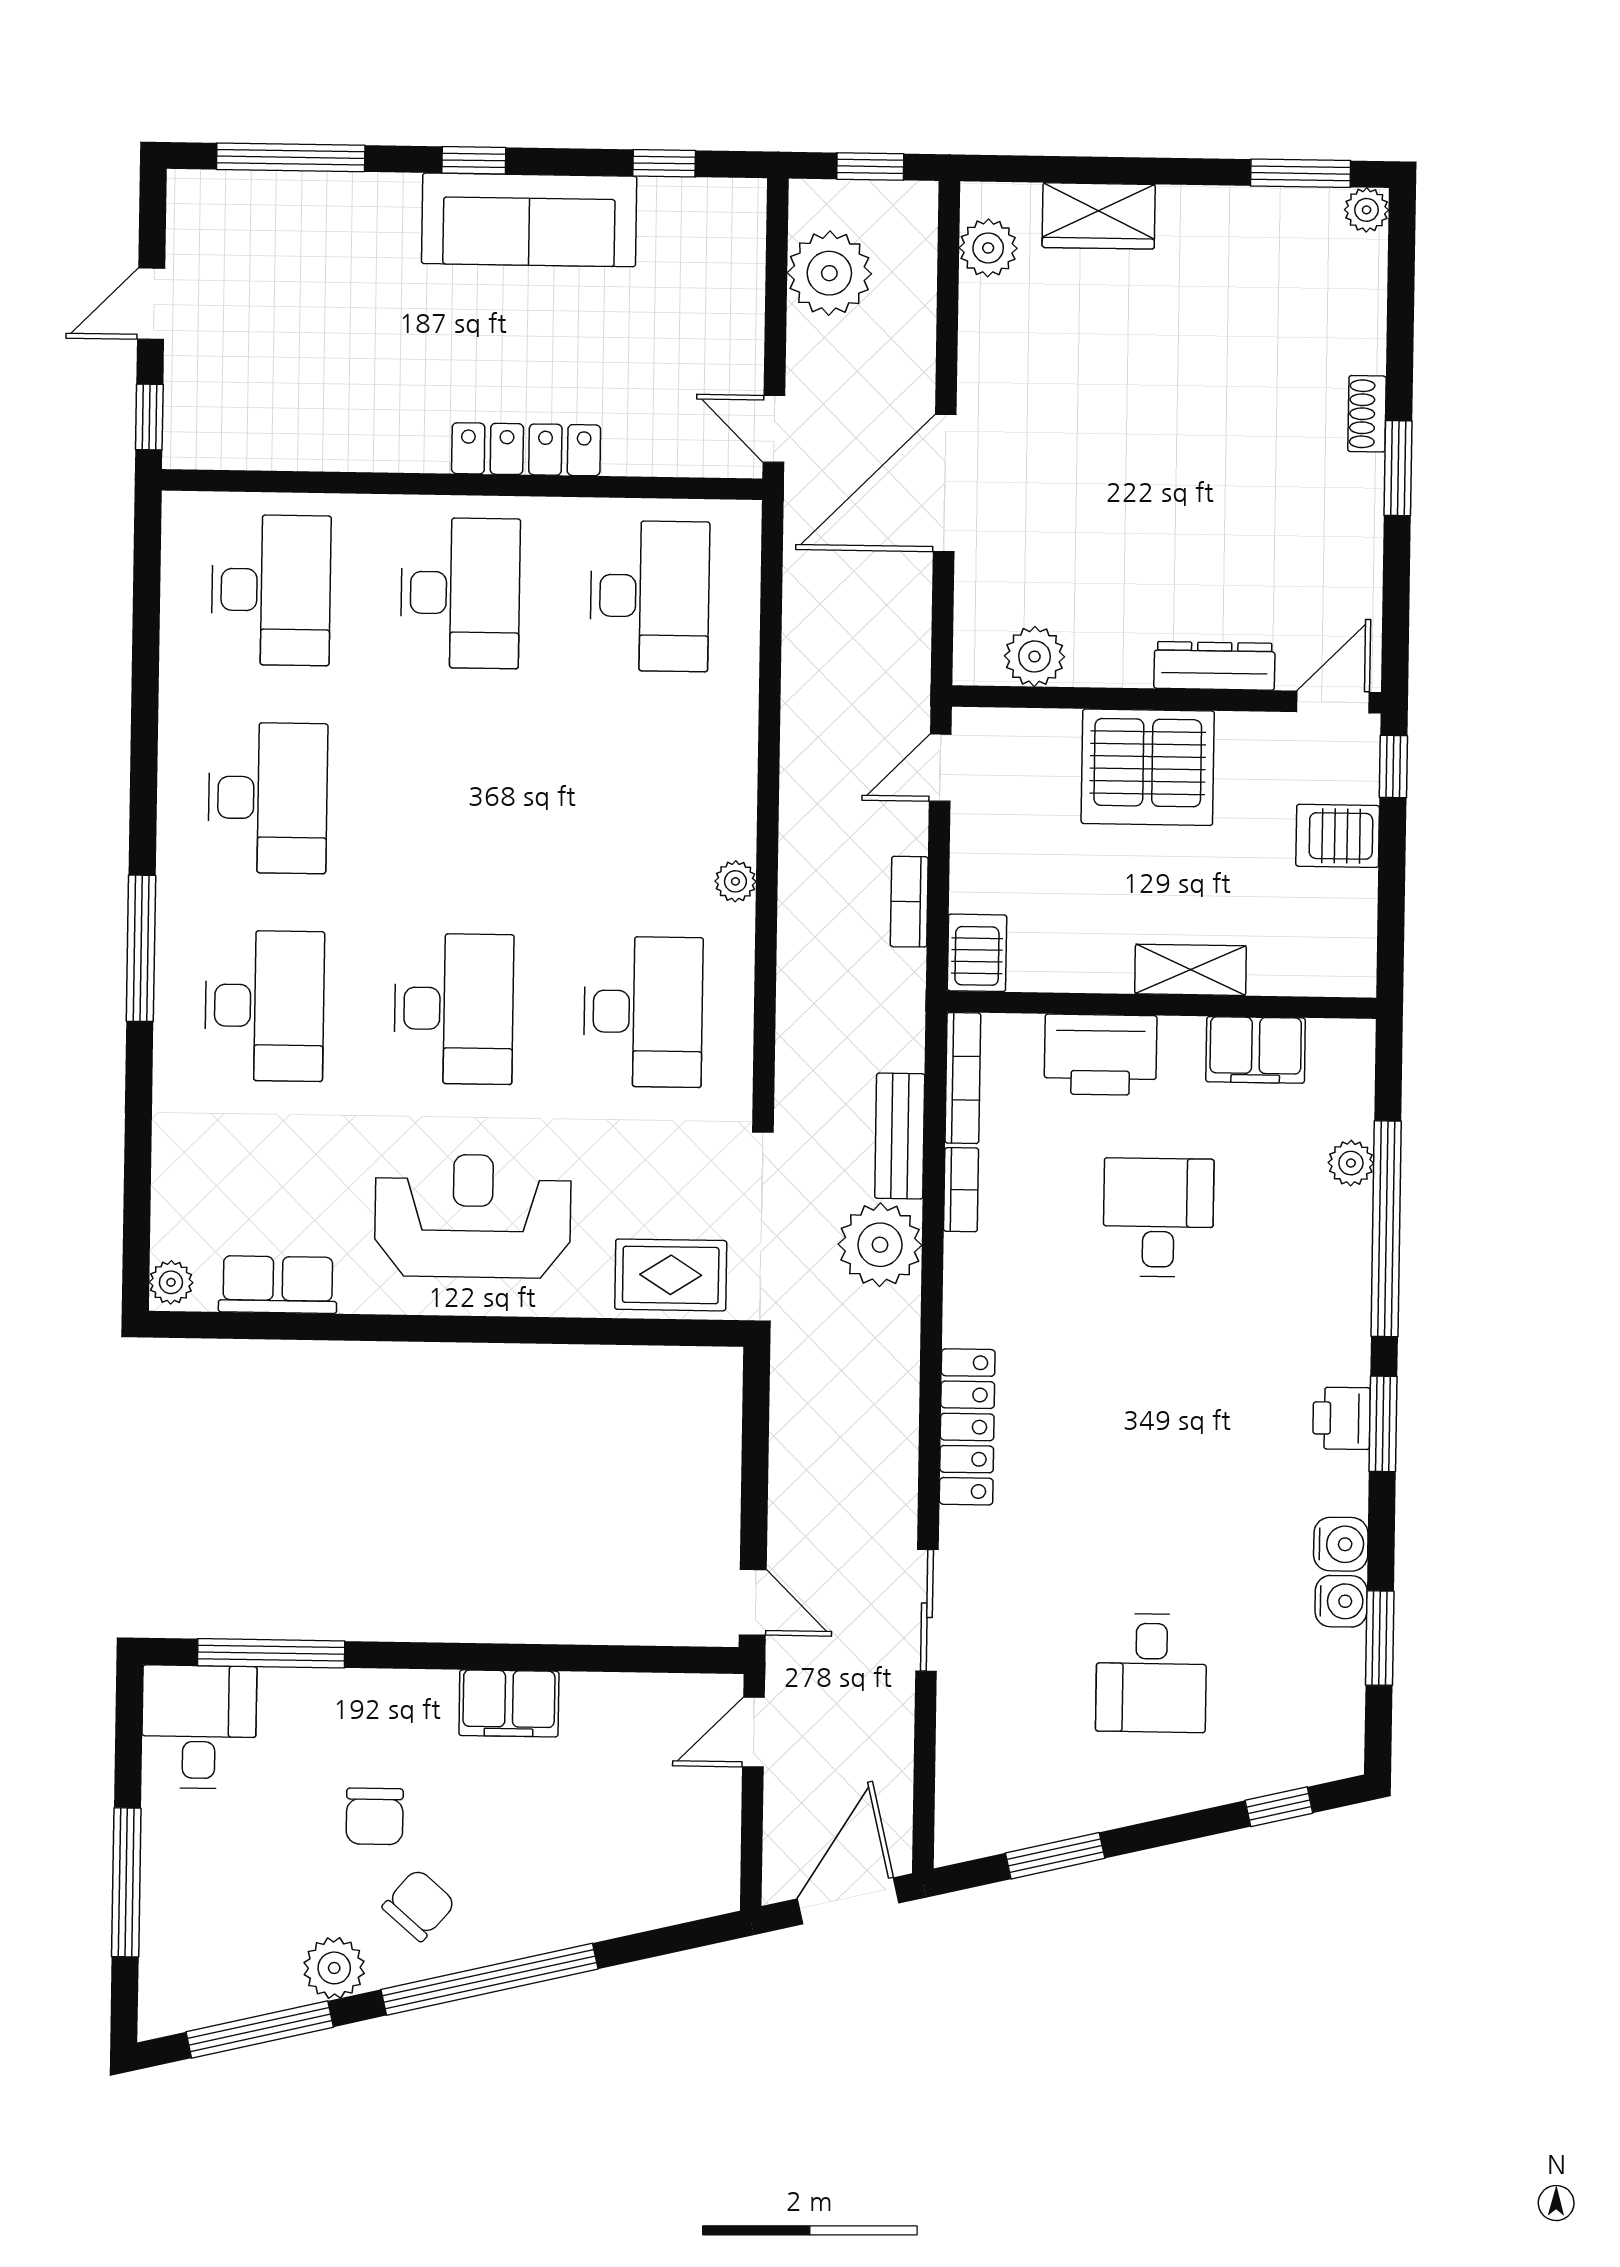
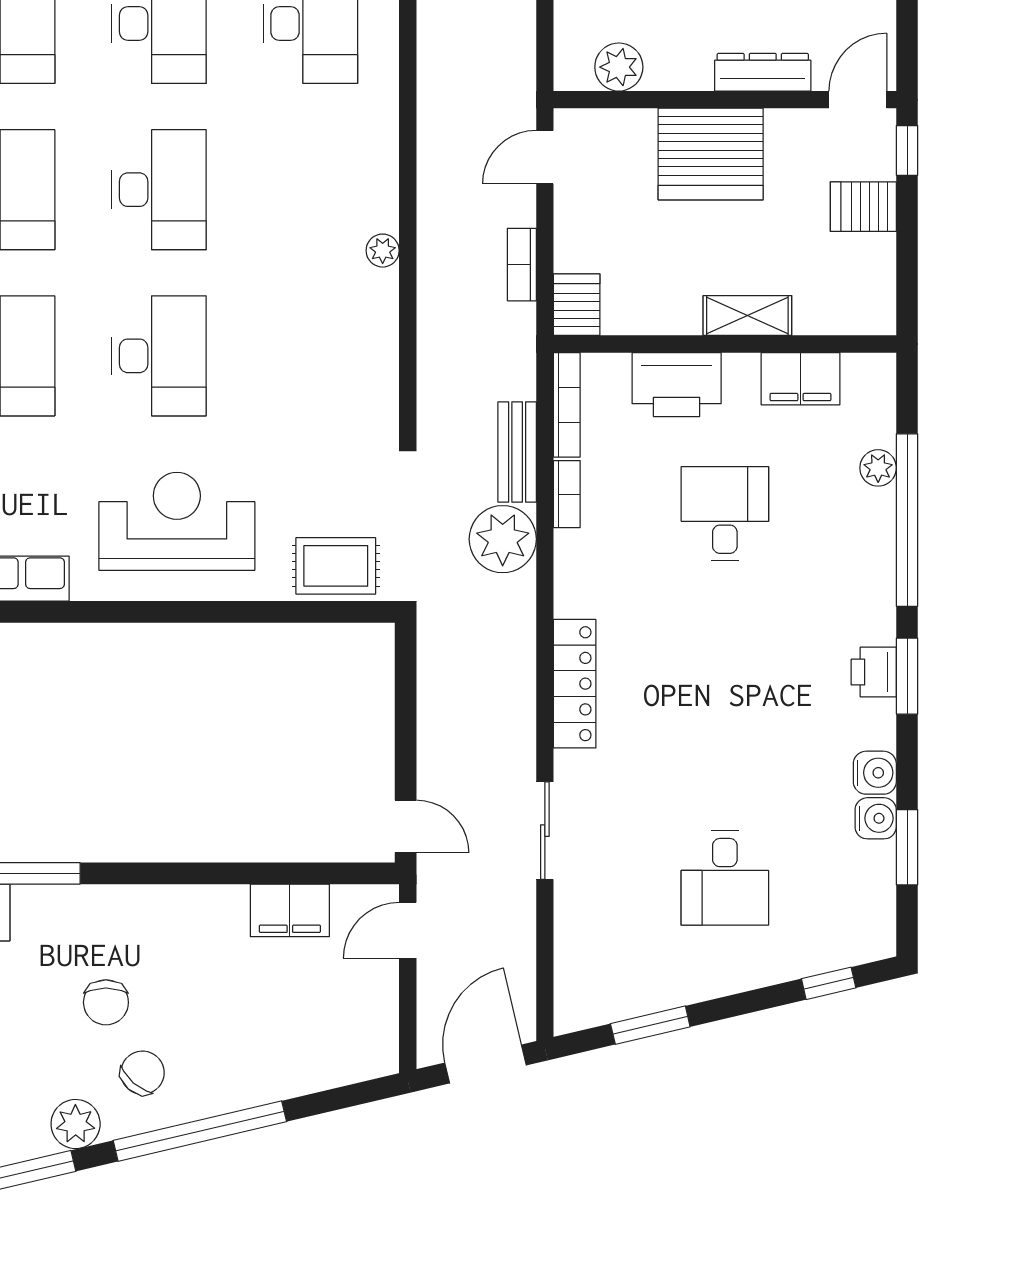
desk: (643, 1012) -> (159, 190), moved
filing cabinet: (509, 1703) -> (290, 910), moved

